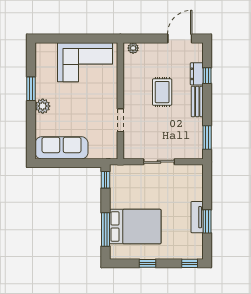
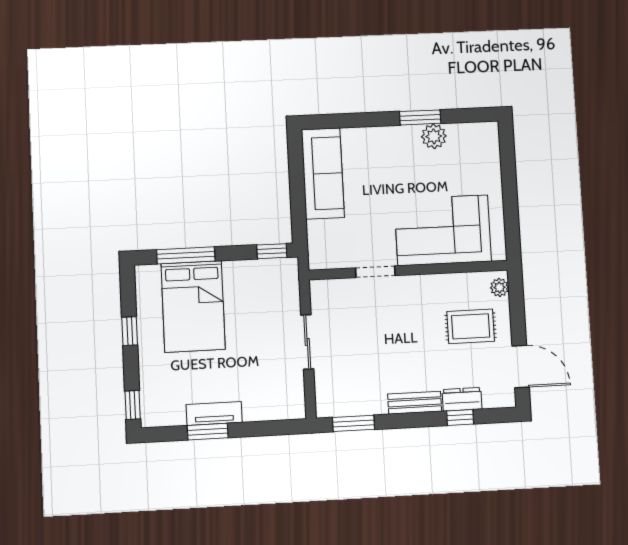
corner sofa: (85, 62) -> (443, 230), moved, turned 90
rug: (162, 92) -> (471, 326), moved
plant: (43, 106) -> (434, 136), moved

